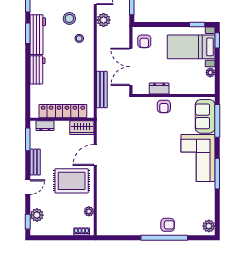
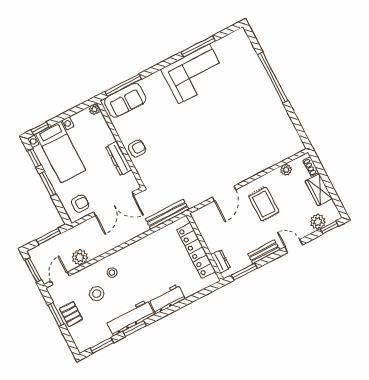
window: (172, 24) -> (48, 184), added
plant: (210, 72) -> (94, 109), moved
dresser: (159, 88) -> (119, 158), width x1.44
bench: (102, 89) -> (167, 214), moved
wardrobe: (82, 128) -> (319, 190), moved, turned 180
door: (95, 155) -> (224, 193), hinge flipped
corner sofa: (198, 158) -> (194, 74), moved
window: (217, 174) -> (198, 47), moved
rug: (72, 181) -> (264, 204), width x0.73, depth x0.70
armchair: (168, 225) -> (258, 81), removed
plant: (209, 226) -> (237, 38), removed

